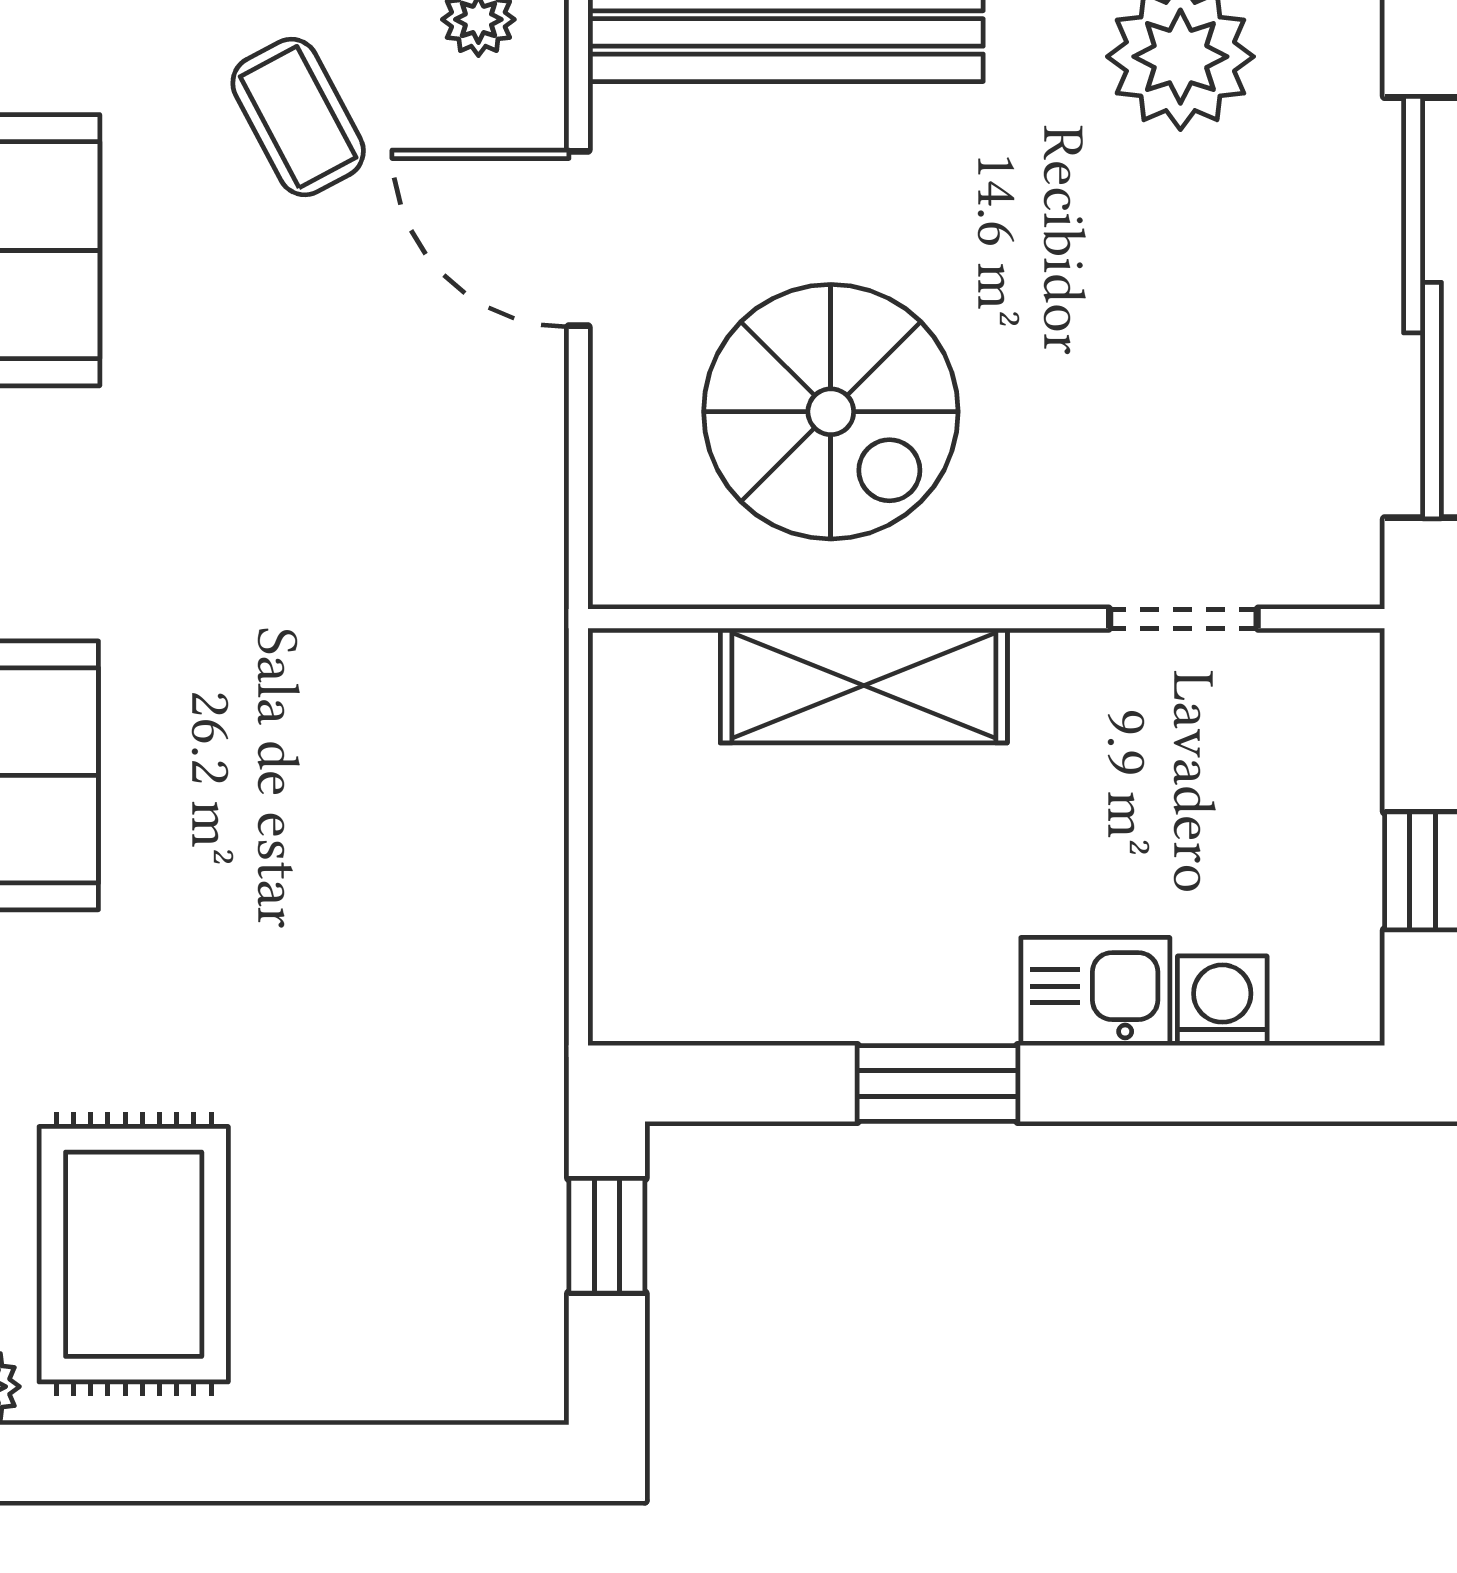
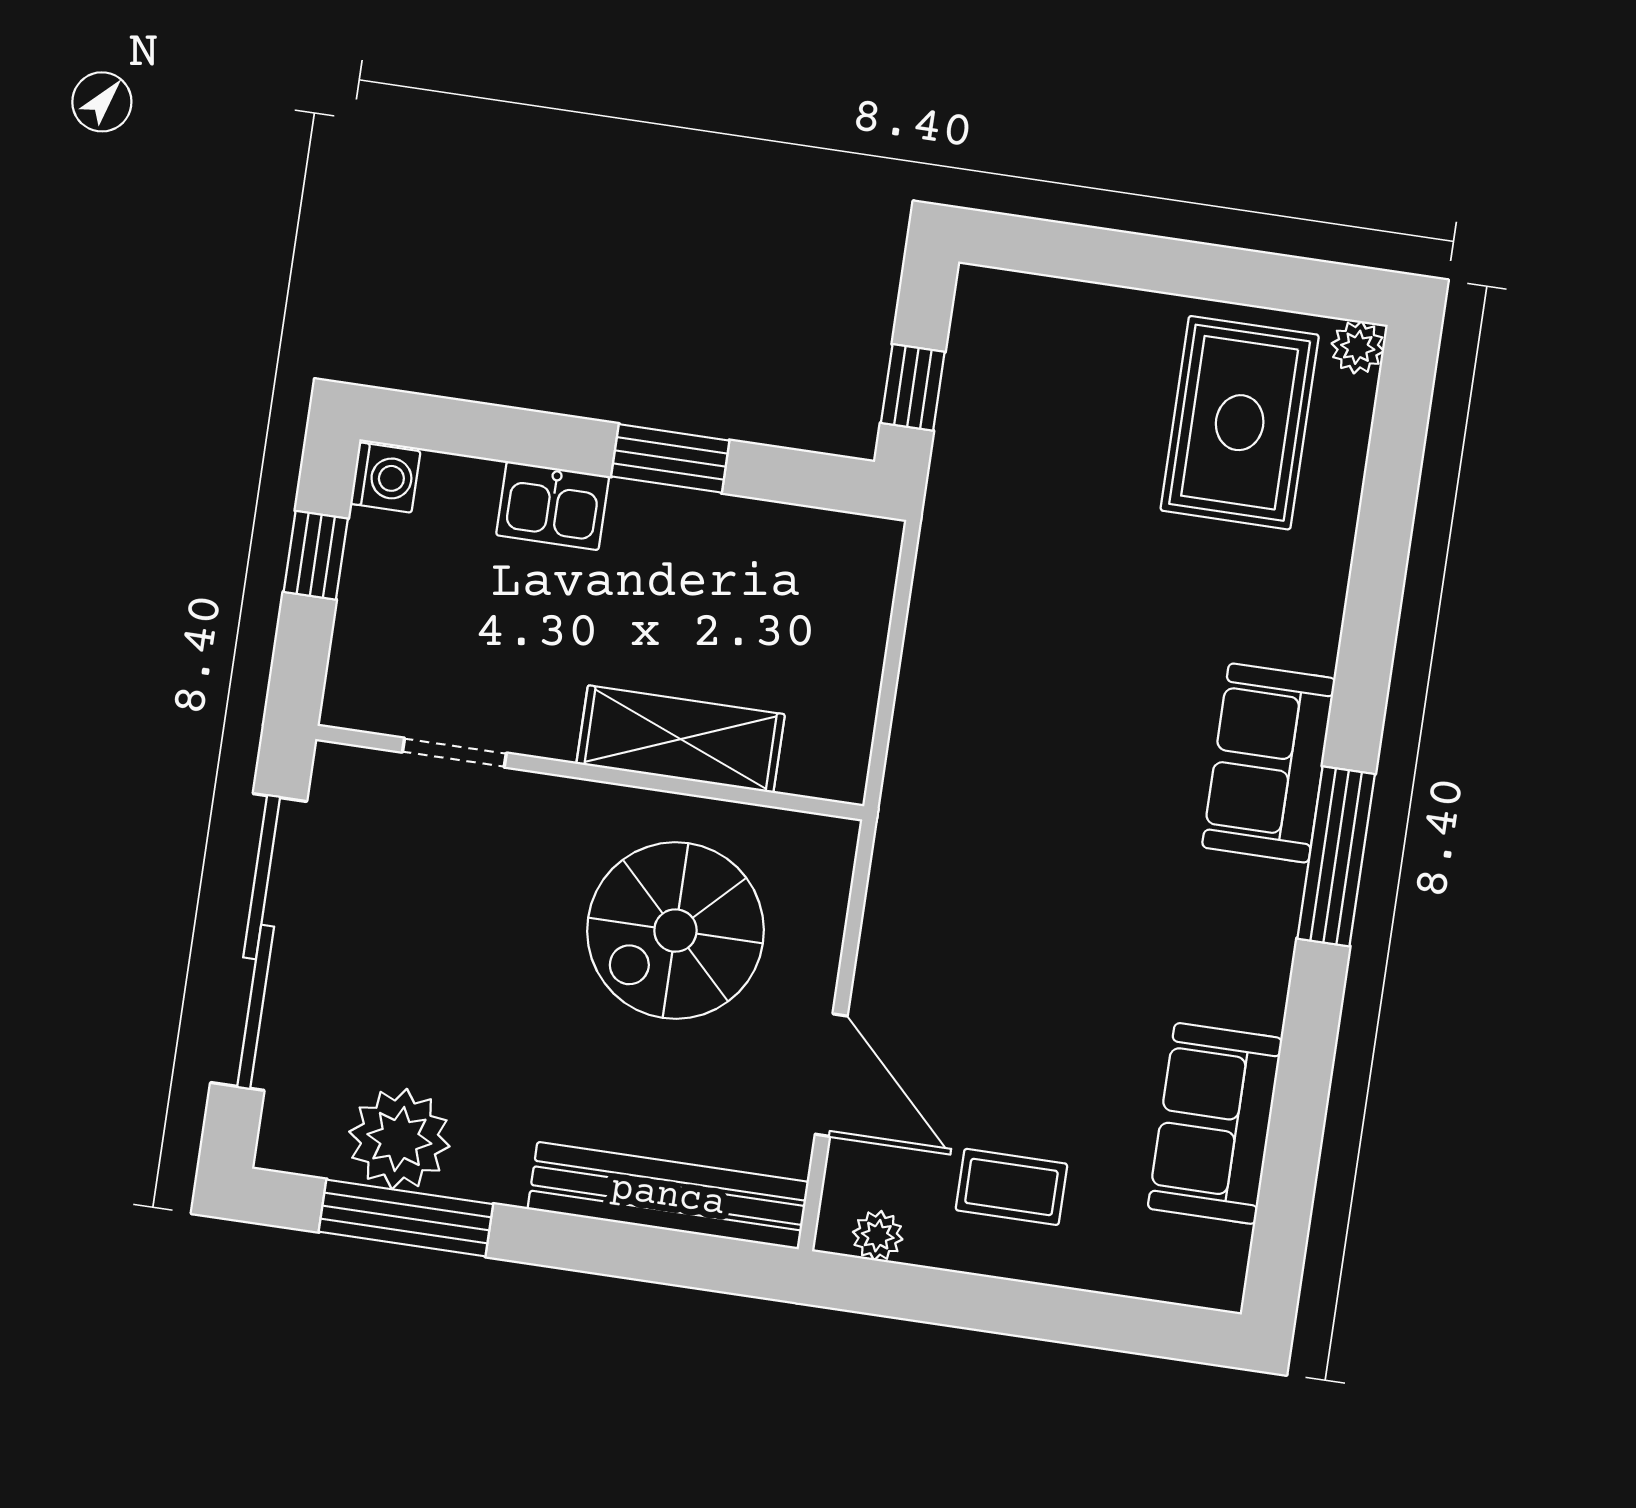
coffee table: (298, 117) -> (1011, 1187), turned -62
spiral stairs: (831, 412) -> (675, 931), turned -90
washing machine: (1222, 1001) -> (385, 477), moved, turned -90

